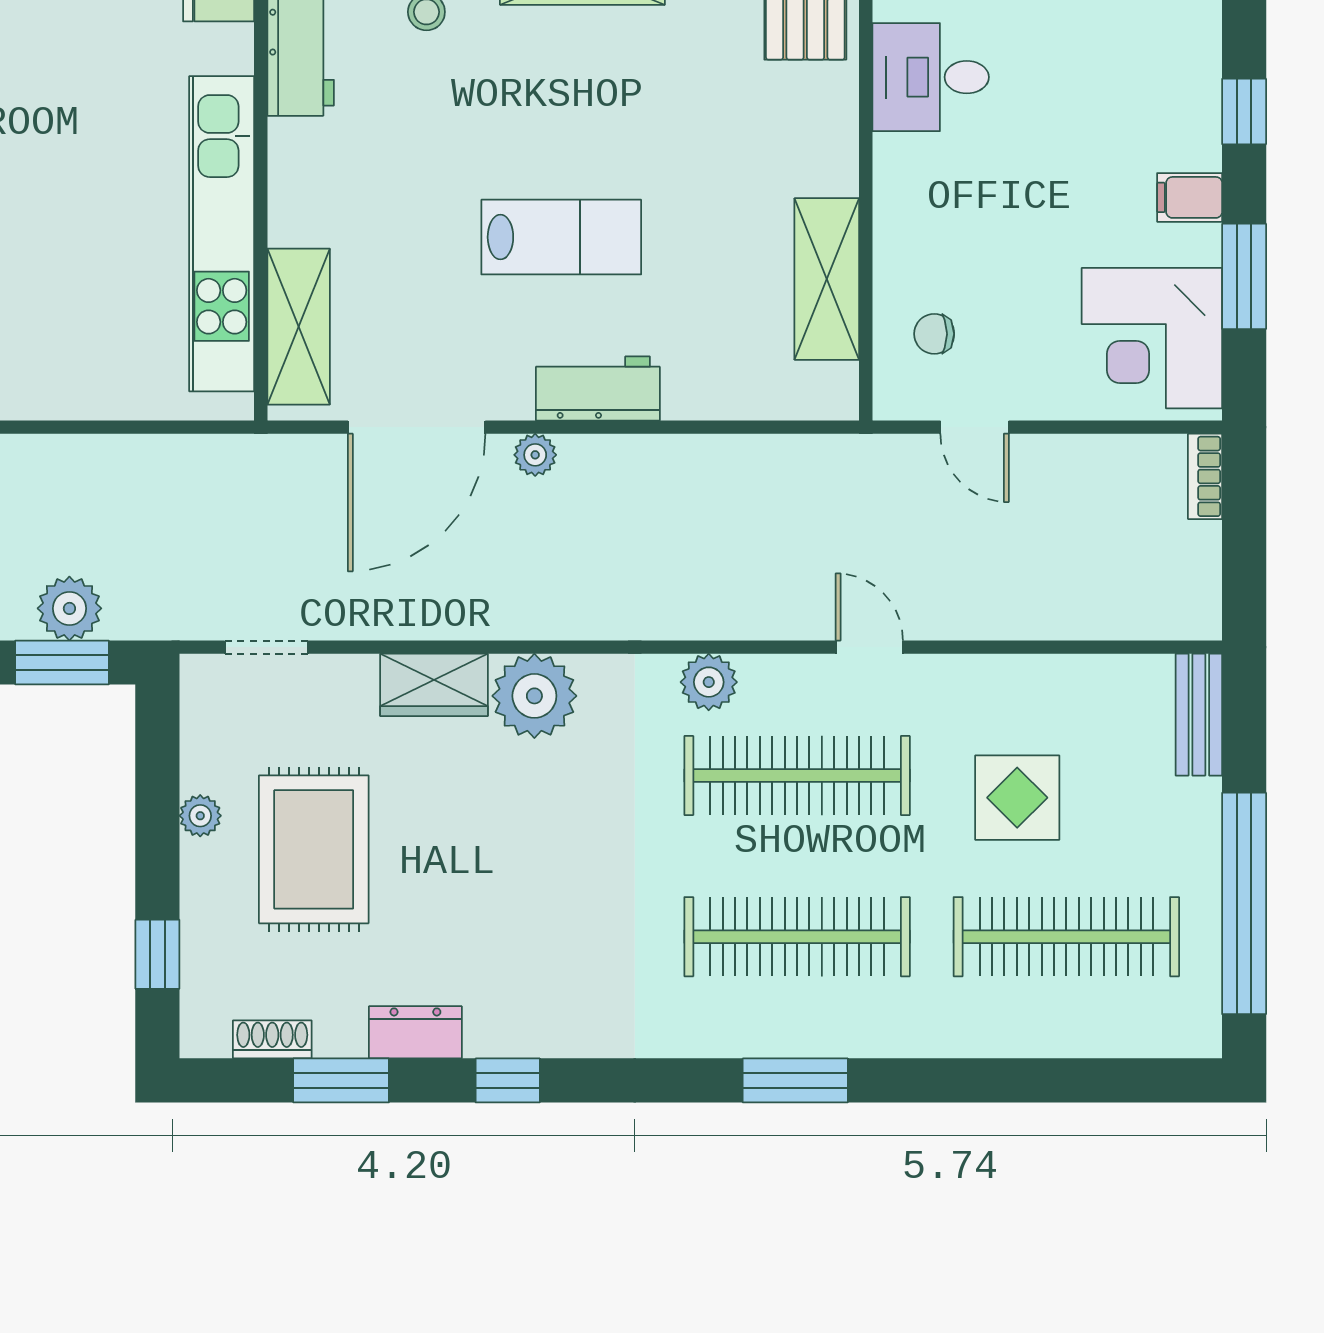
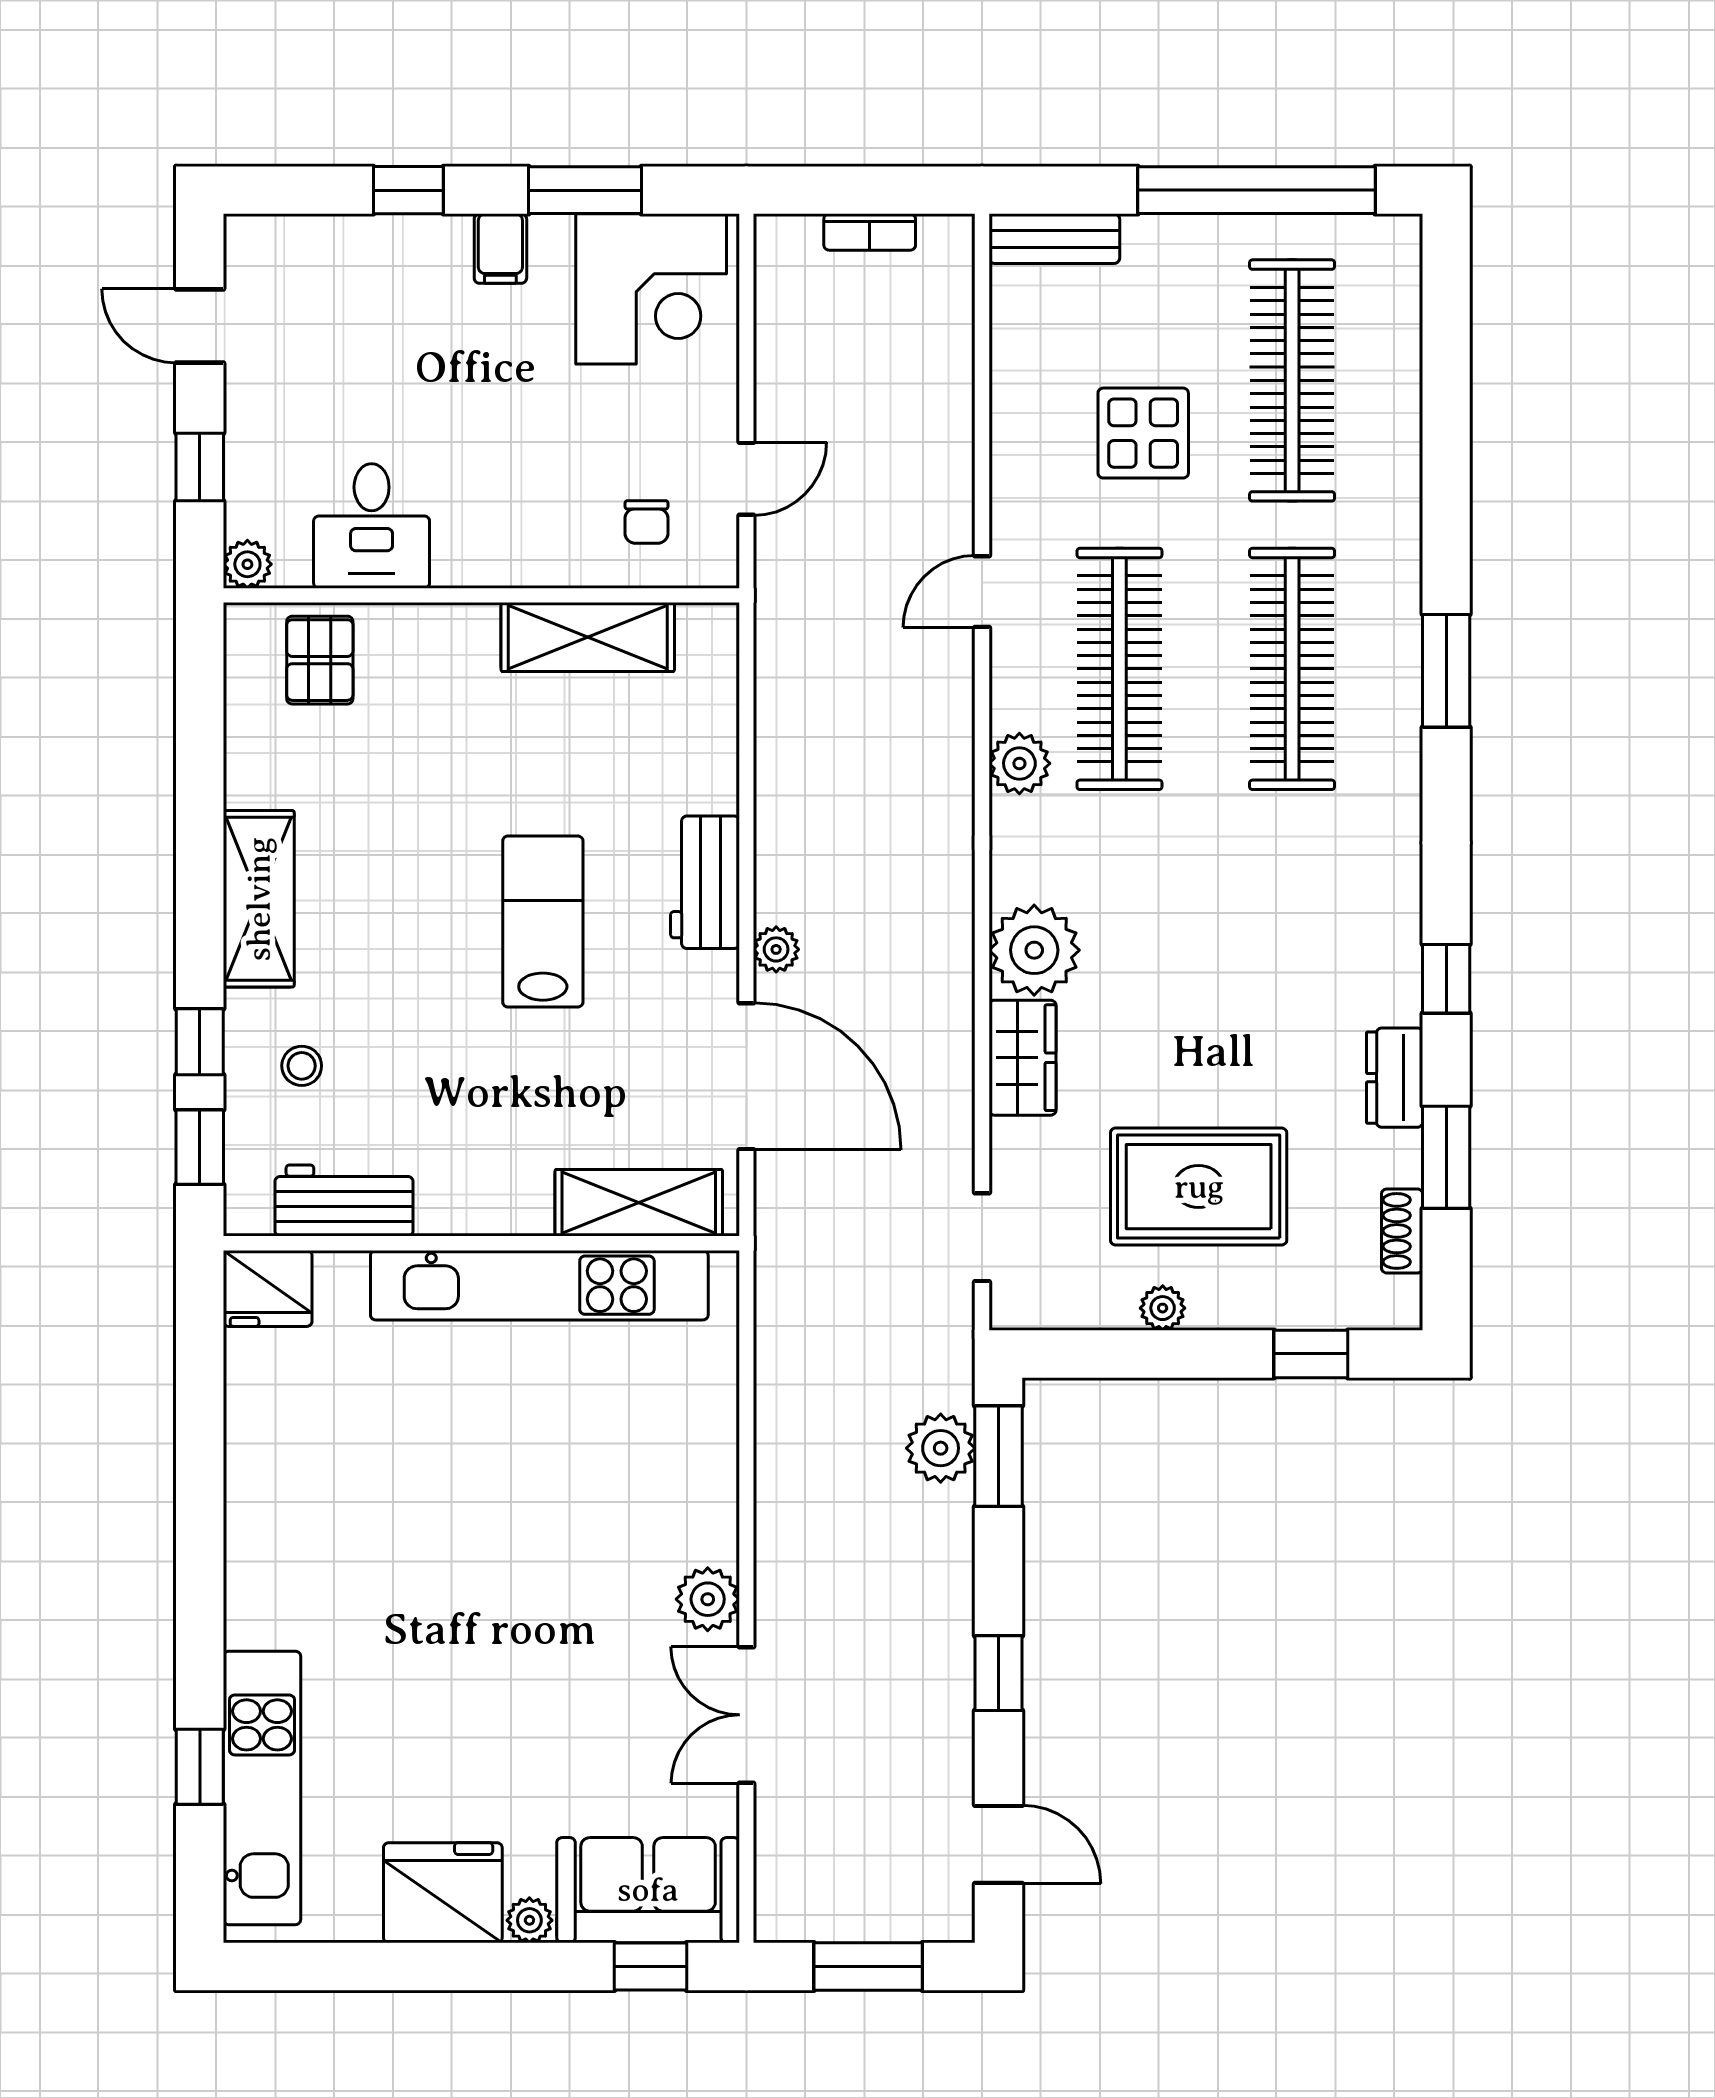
bookcase: (1205, 476) -> (870, 232), moved

